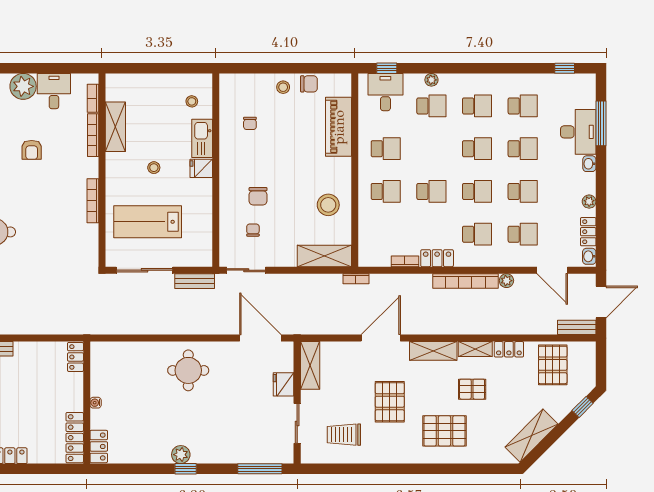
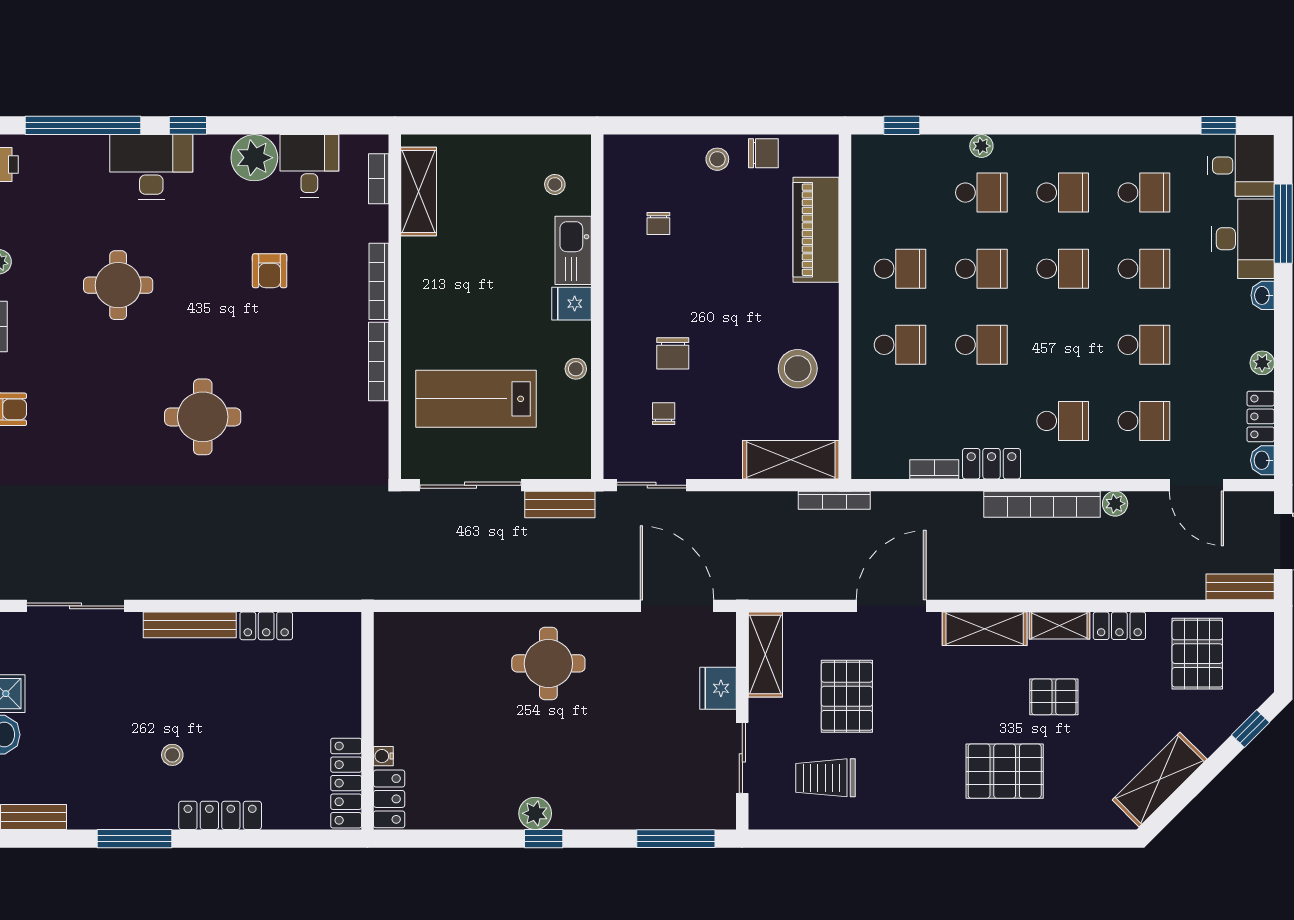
desk: (385, 92) -> (1241, 165), moved, turned 90
shelving: (115, 127) -> (419, 191), moved
bookcase: (93, 135) -> (379, 281), moved
stool: (154, 168) -> (576, 369), moved
school desk: (477, 191) -> (981, 269), moved
bookcase: (356, 279) -> (834, 500), width x1.56
locker: (75, 357) -> (266, 626), moved, turned -90
pallet: (390, 402) -> (847, 696), moved
water cooler: (96, 403) -> (383, 756), moved

